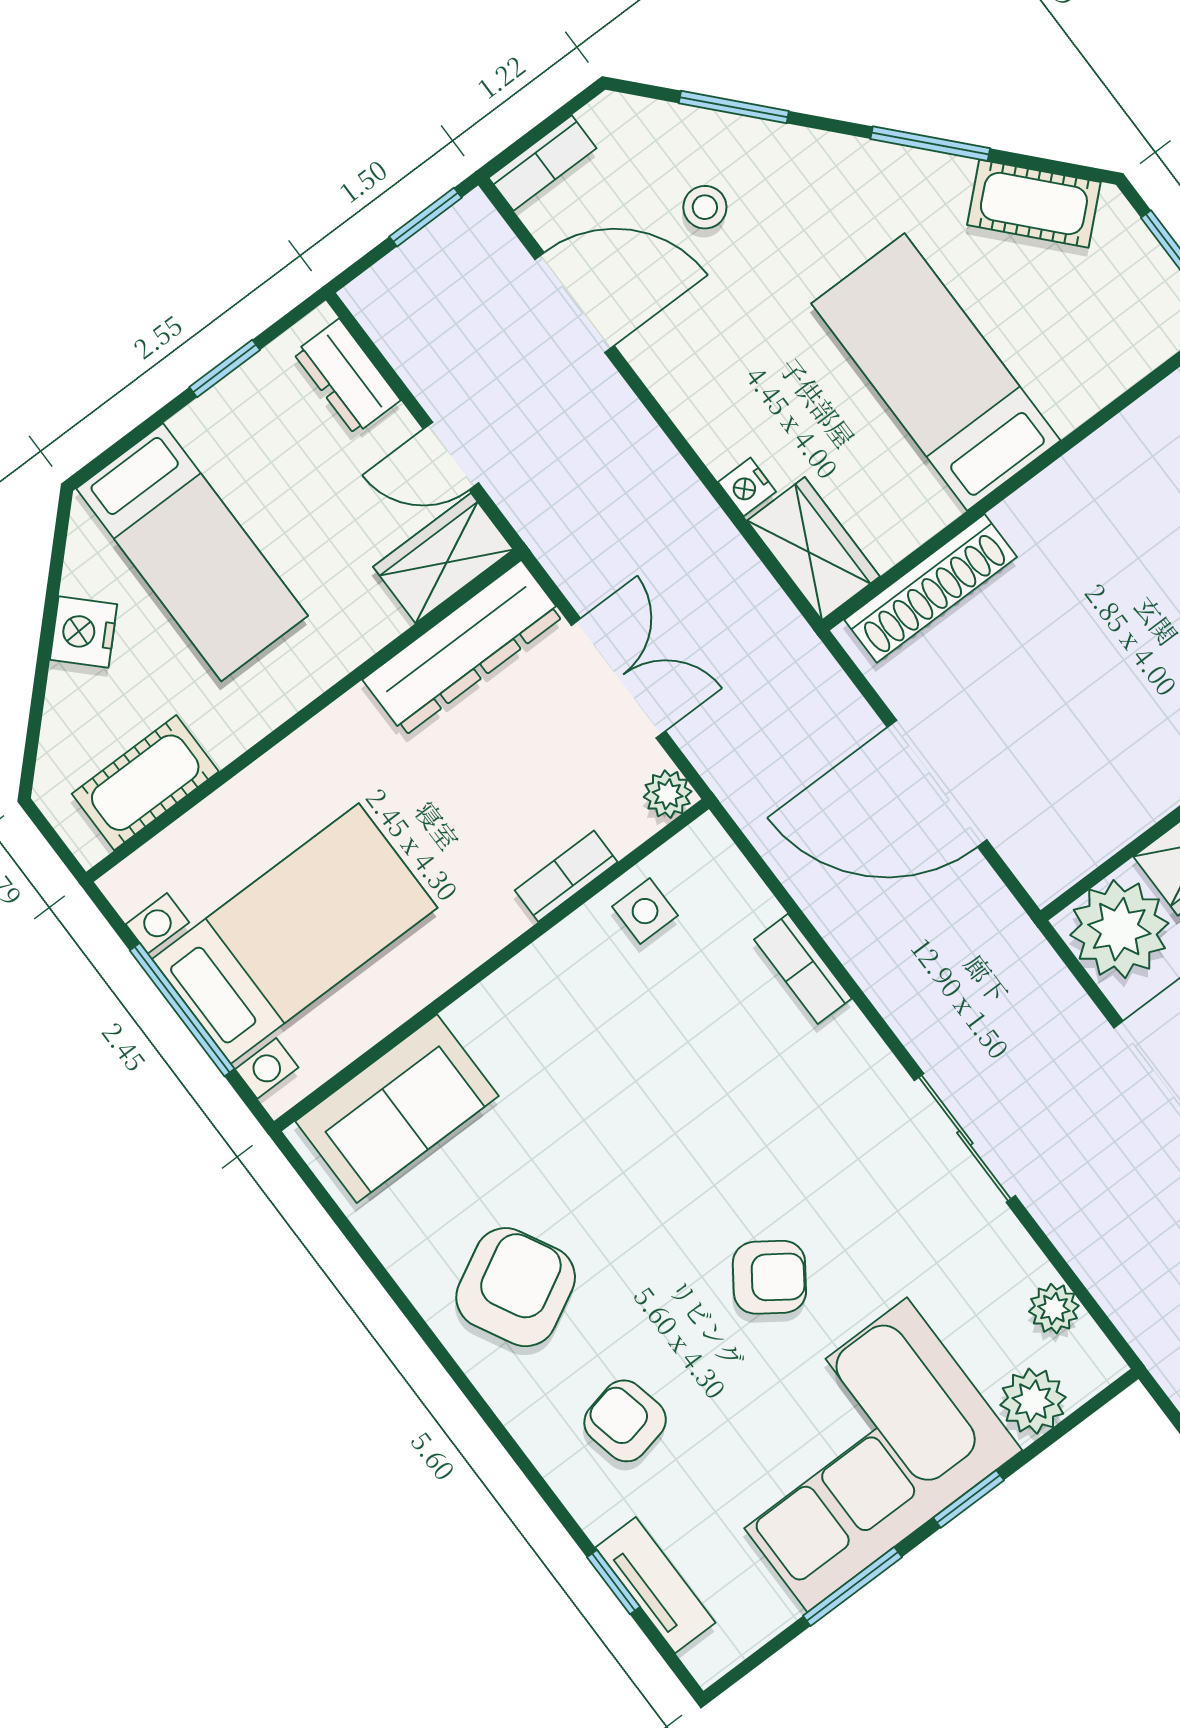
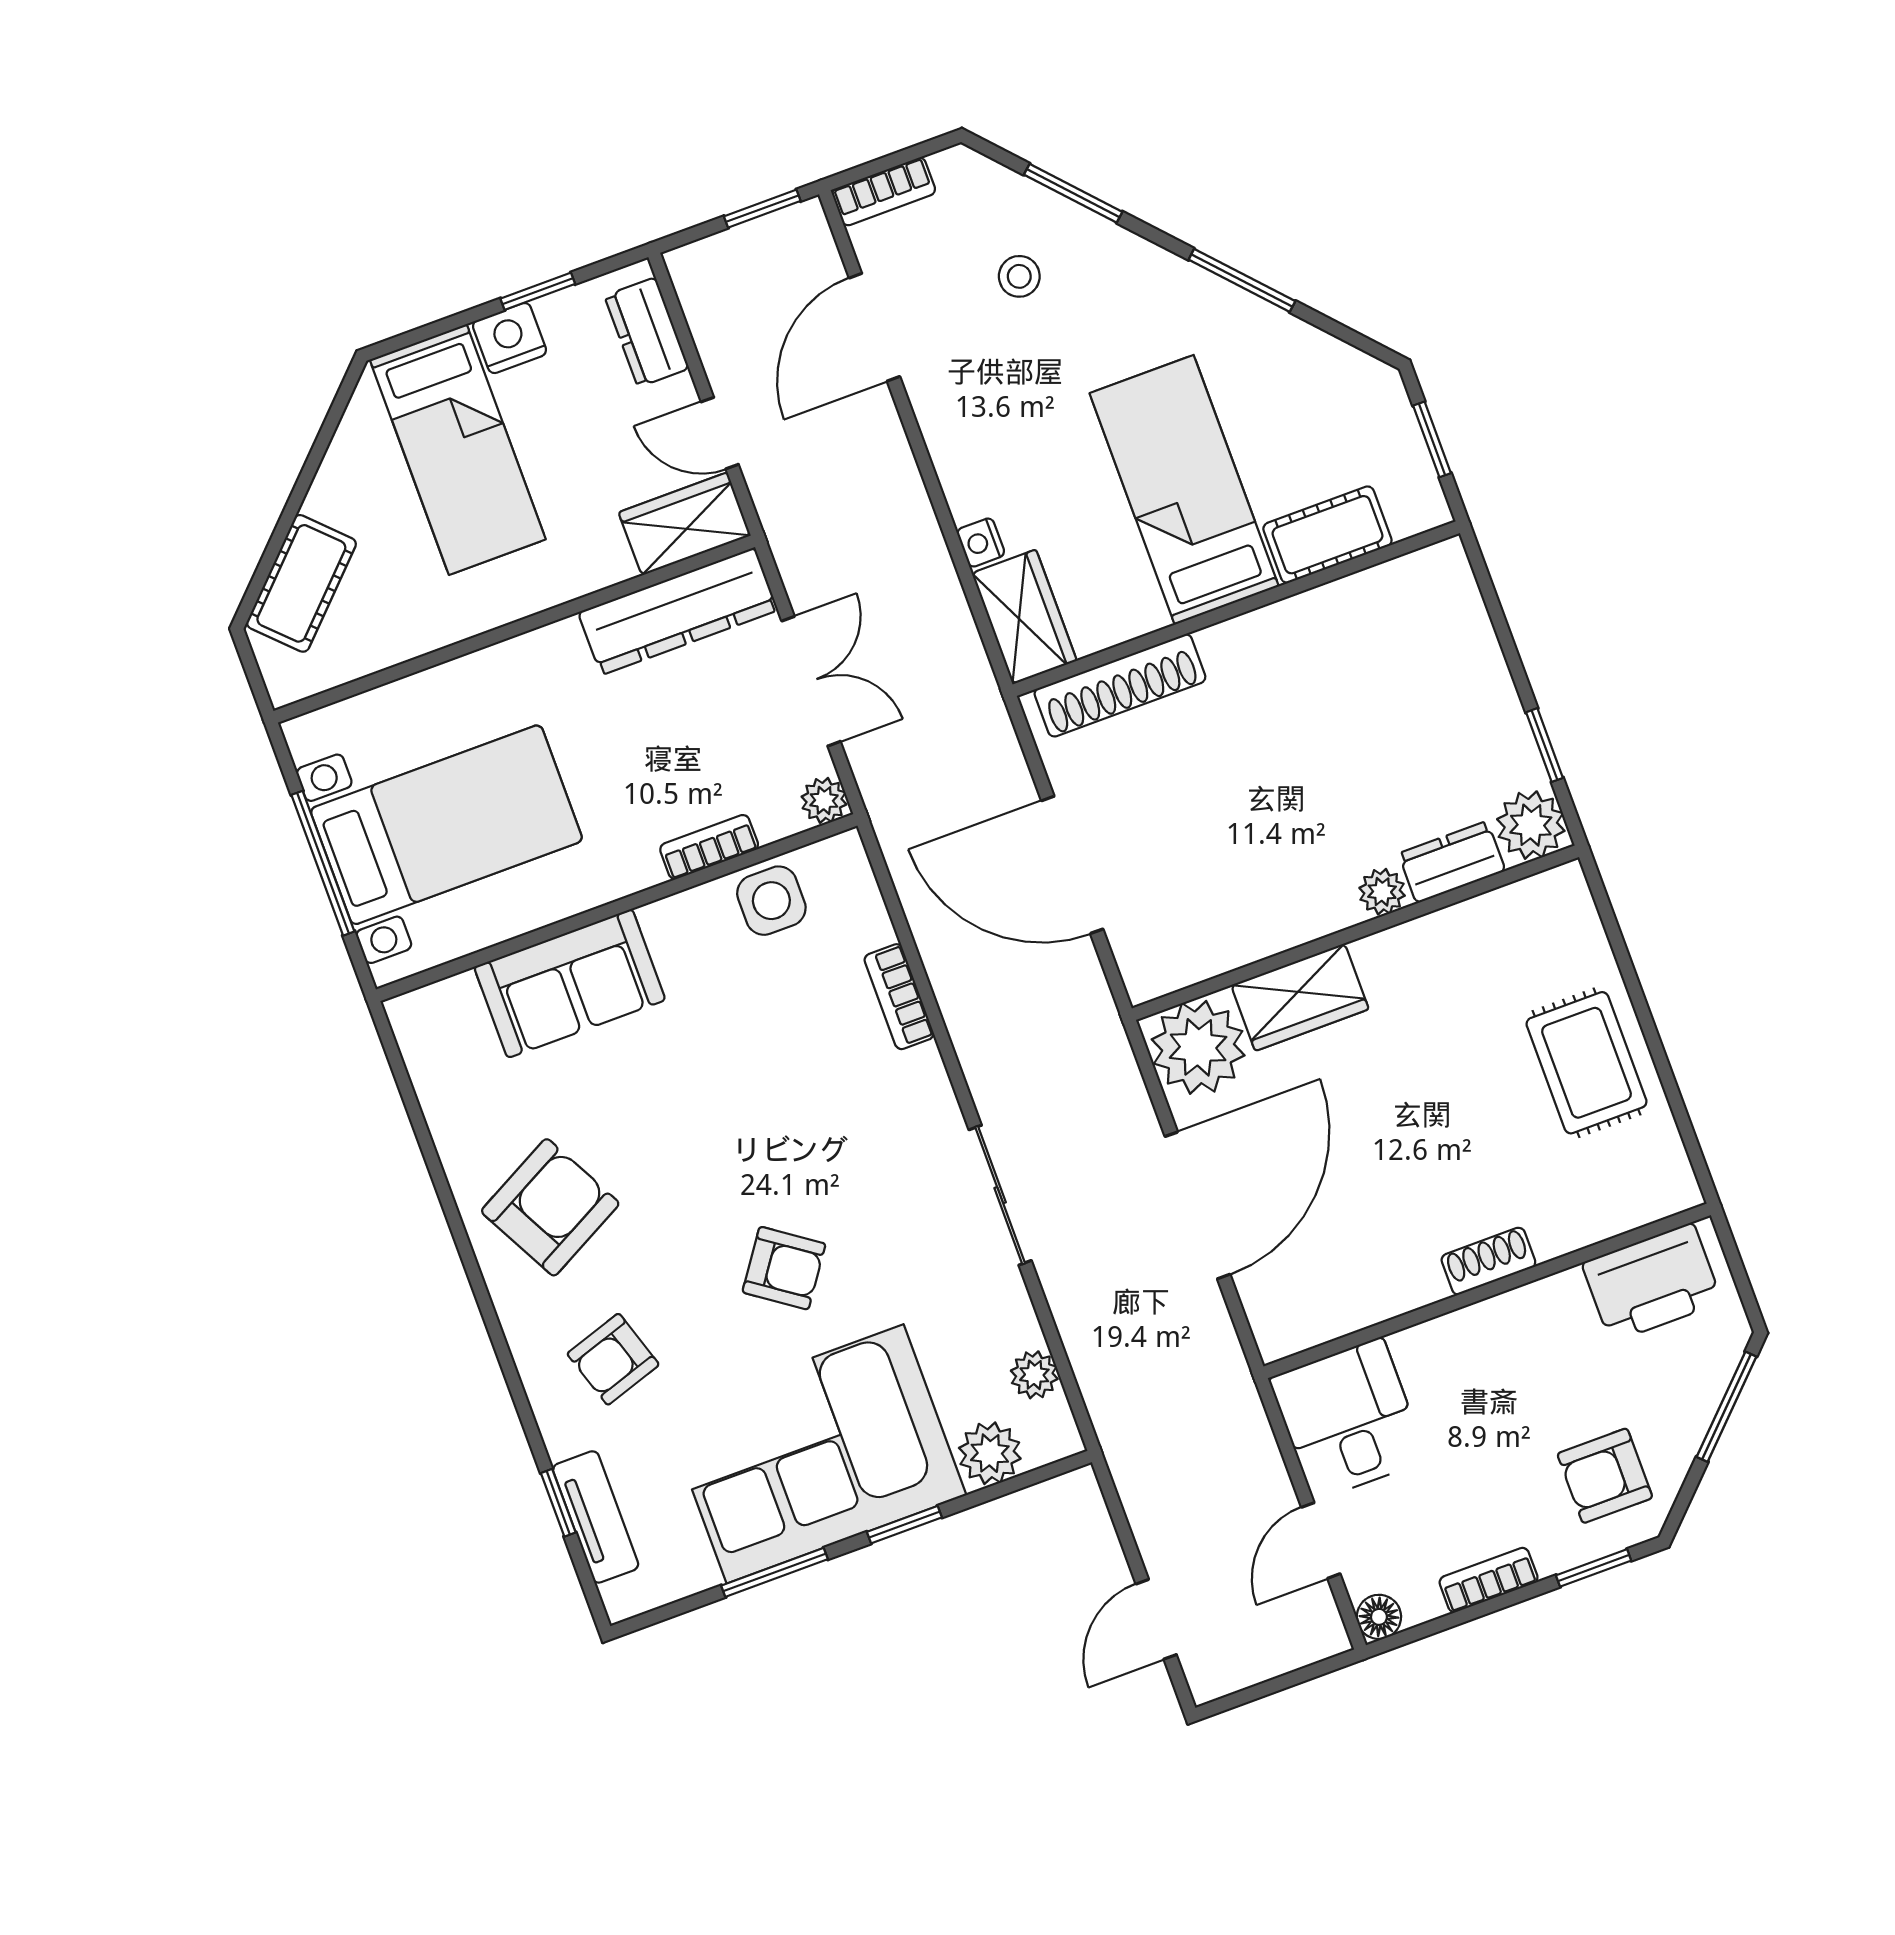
cot: (1034, 204) -> (1327, 535), moved, turned -48
door: (575, 302) -> (874, 327), swing flipped
nightstand: (83, 632) -> (510, 338), moved, turned 45
cot: (145, 783) -> (301, 583), moved, turned -45
side table: (645, 911) -> (771, 901), width x1.37, depth x1.37
sofa: (397, 1109) -> (570, 983), moved
armchair: (625, 1421) -> (613, 1359), turned -96

